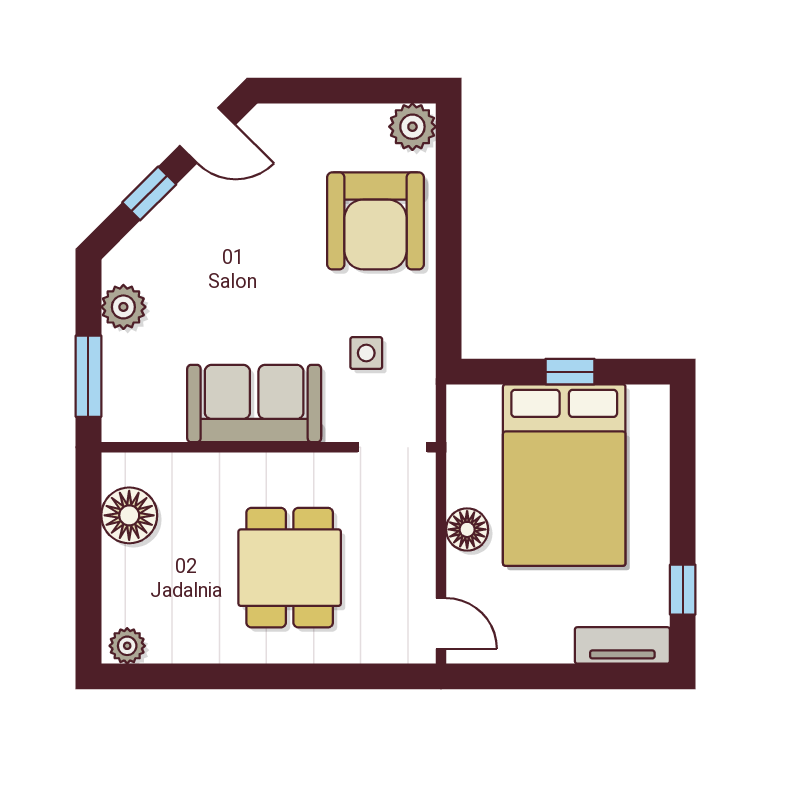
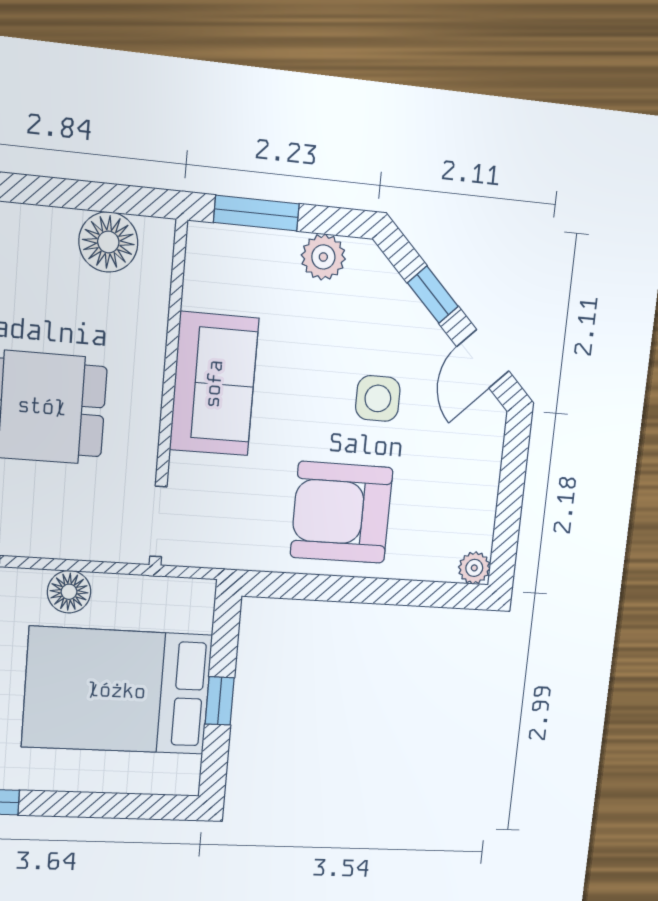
plant: (412, 127) -> (474, 568), width x0.73, depth x0.73
armchair: (376, 221) -> (342, 512), moved
side table: (366, 353) -> (378, 398), moved, width x1.37, depth x1.37

